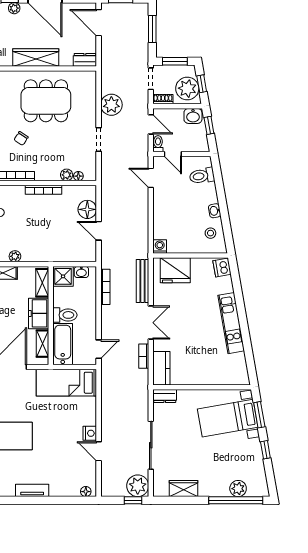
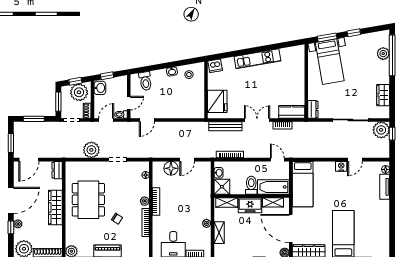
plant: (67, 175) -> (145, 201), moved
washing machine: (160, 246) -> (199, 113), removed
tv unit: (32, 490) -> (385, 187), moved

